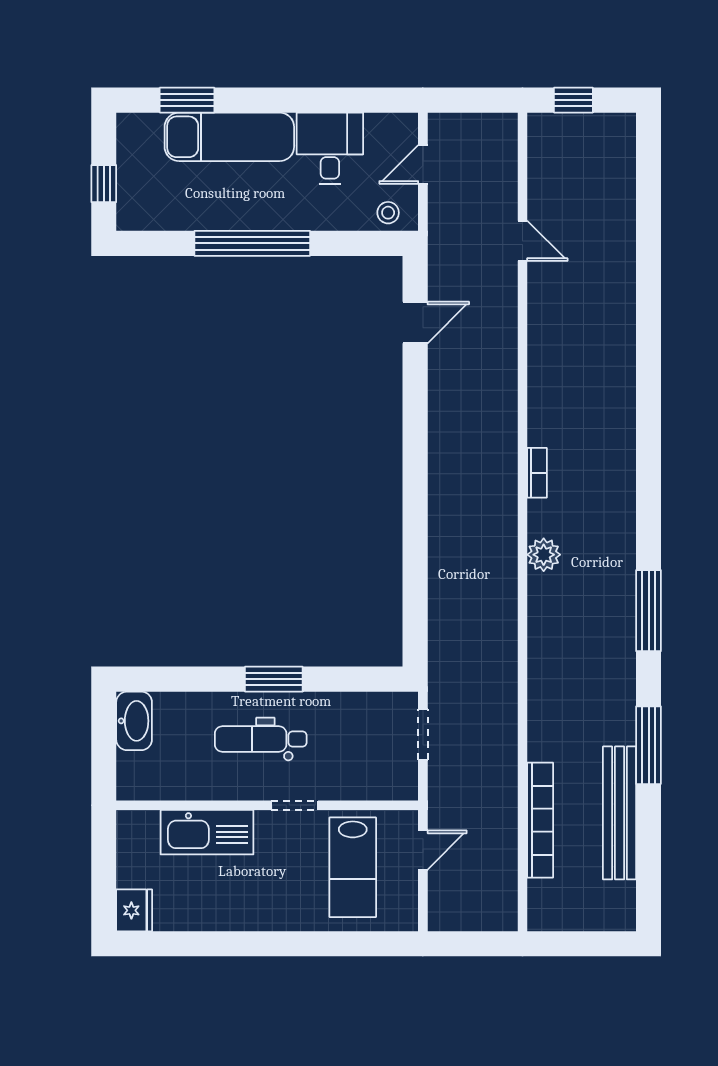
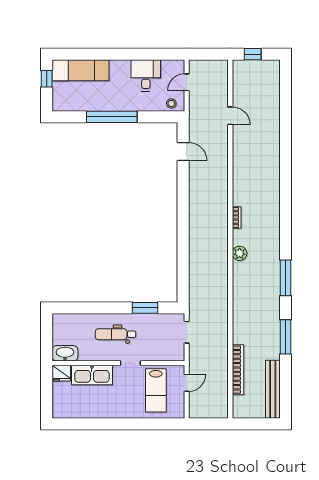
window: (187, 100) -> (83, 54), removed
exam couch: (229, 137) -> (81, 70), moved
window: (104, 184) -> (47, 79), moved
door: (415, 322) -> (183, 152), hinge flipped
window: (274, 679) -> (145, 308), moved
washbasin: (134, 721) -> (65, 353), moved, turned -90
bench: (620, 813) -> (273, 389), moved
fridge: (134, 910) -> (61, 373), moved, turned 90

